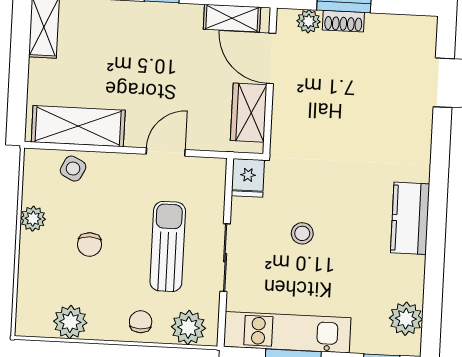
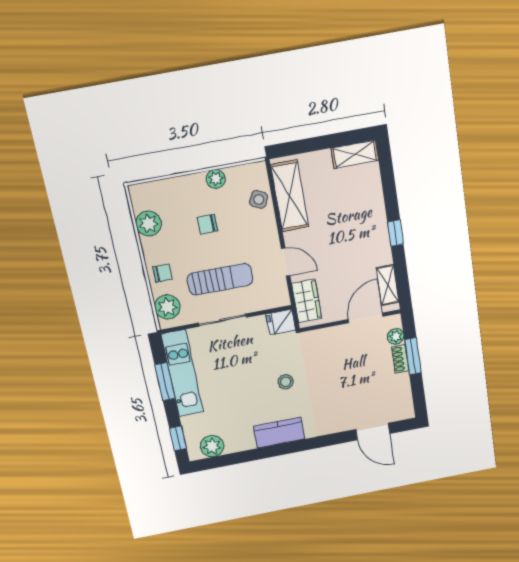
wardrobe: (249, 113) -> (307, 301), moved, turned 90
stool: (302, 233) -> (286, 382), moved

